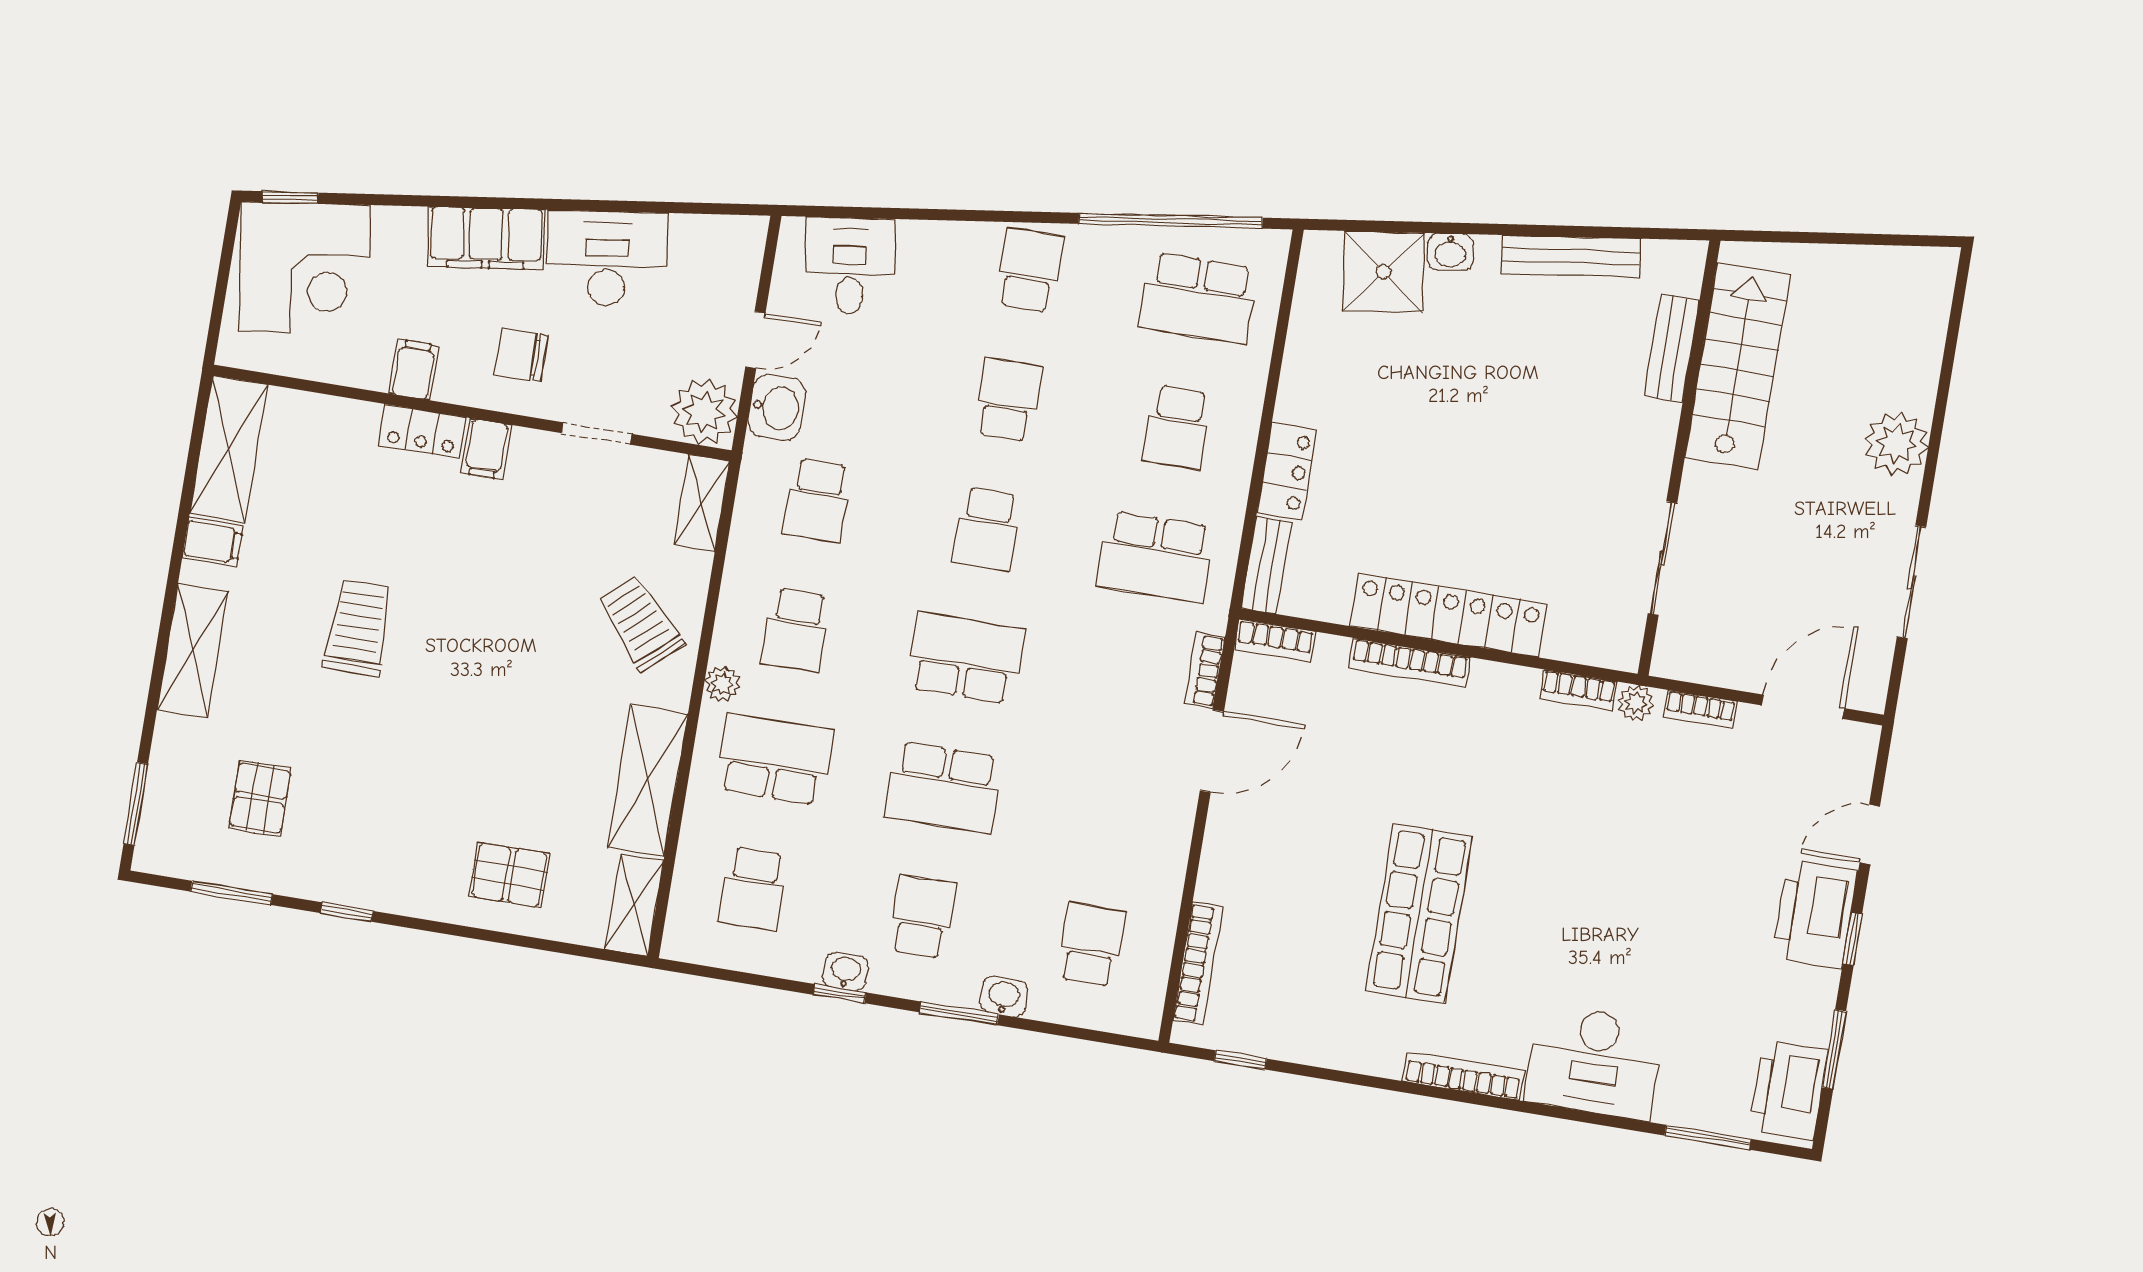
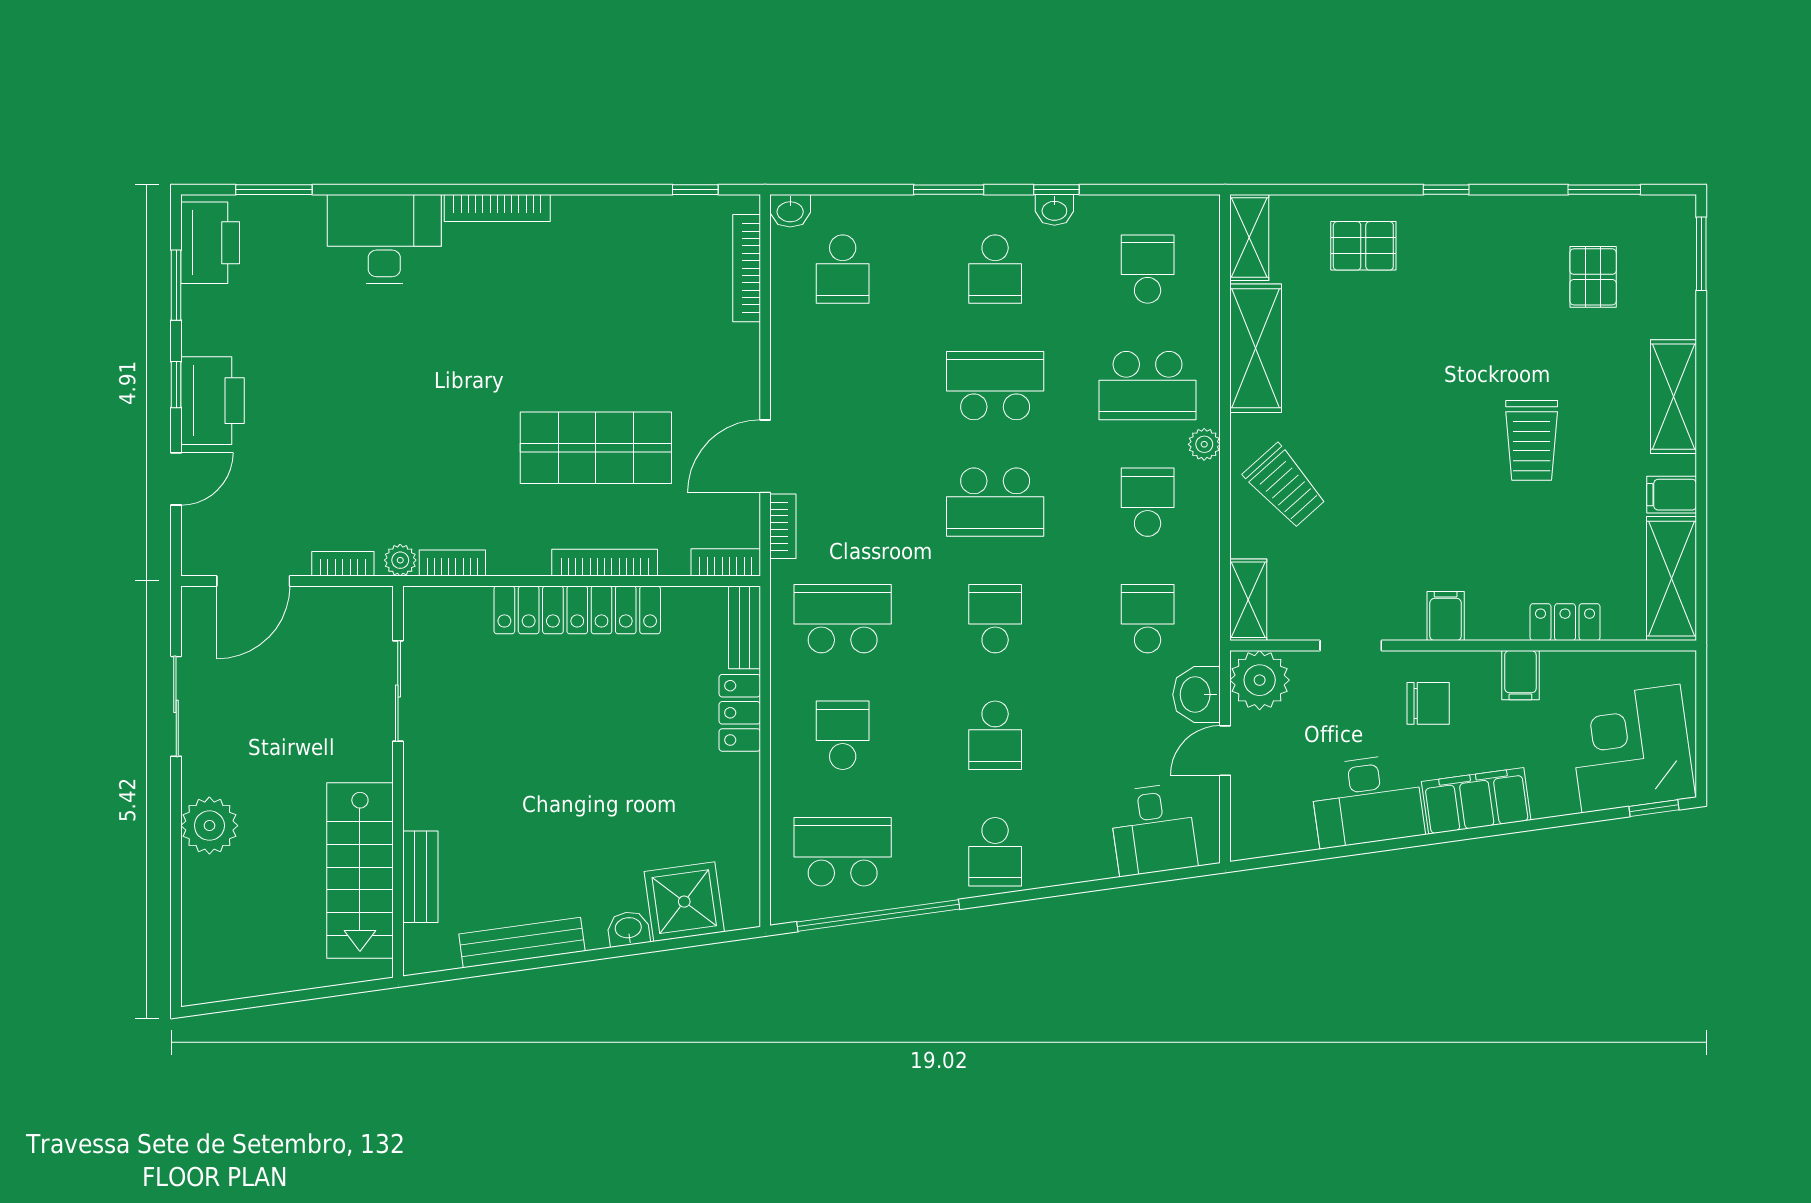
locker: (422, 431) -> (1565, 622), moved
window: (347, 912) -> (1446, 190), moved
shop shelf: (1419, 914) -> (596, 448), moved, turned 90
washbasin: (1004, 997) -> (790, 211), moved

